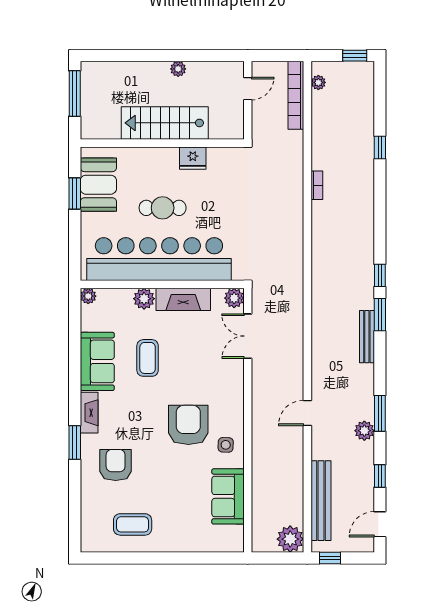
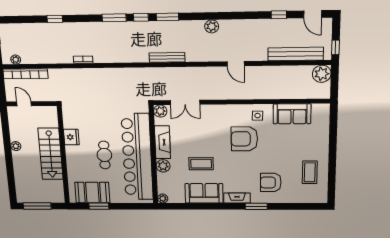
bench: (367, 337) -> (167, 57), moved
window: (380, 413) -> (114, 18), moved
plant: (364, 431) -> (212, 26), moved

